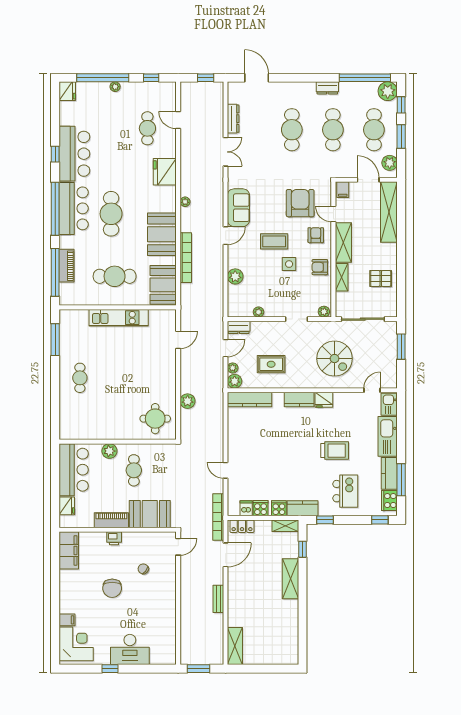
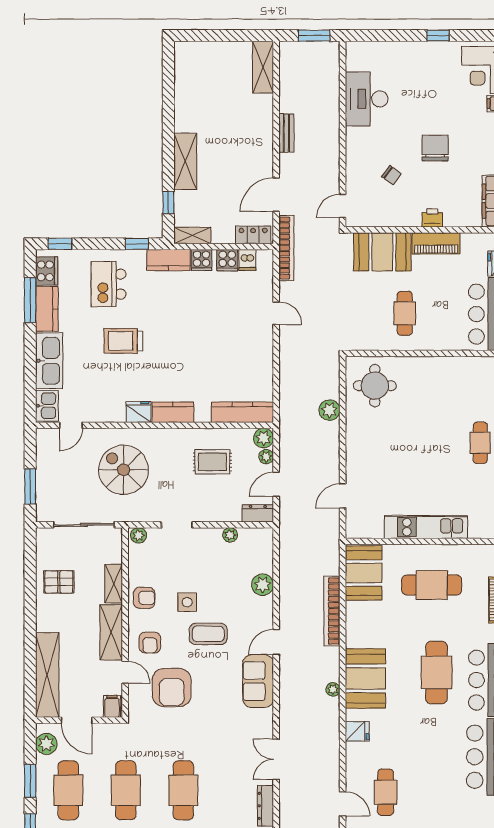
fridge: (165, 172) -> (357, 731), width x0.53, depth x0.75
booth: (162, 234) -> (365, 678), moved
plant: (109, 451) -> (439, 340), removed
desk: (130, 649) -> (367, 99), moved, turned -90

